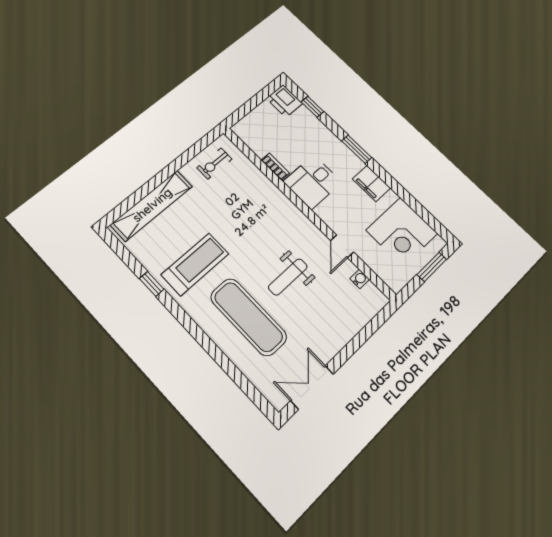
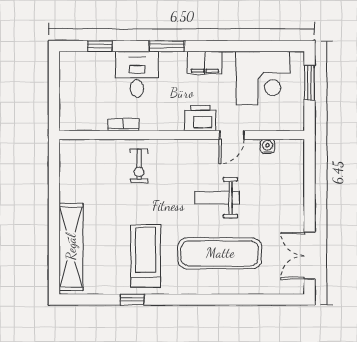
printer: (284, 101) -> (200, 118), moved, turned 180
exercise bike: (214, 163) -> (139, 166), moved
desk: (312, 182) -> (137, 74), moved, turned 180
door: (342, 246) -> (232, 135), hinge flipped
weight bench: (288, 277) -> (217, 198), turned 90

